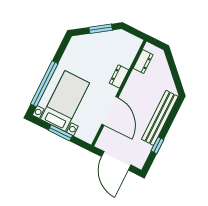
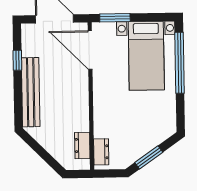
dresser: (119, 77) -> (101, 152), moved
door: (110, 111) -> (90, 50), moved
window: (60, 133) -> (115, 18), moved

